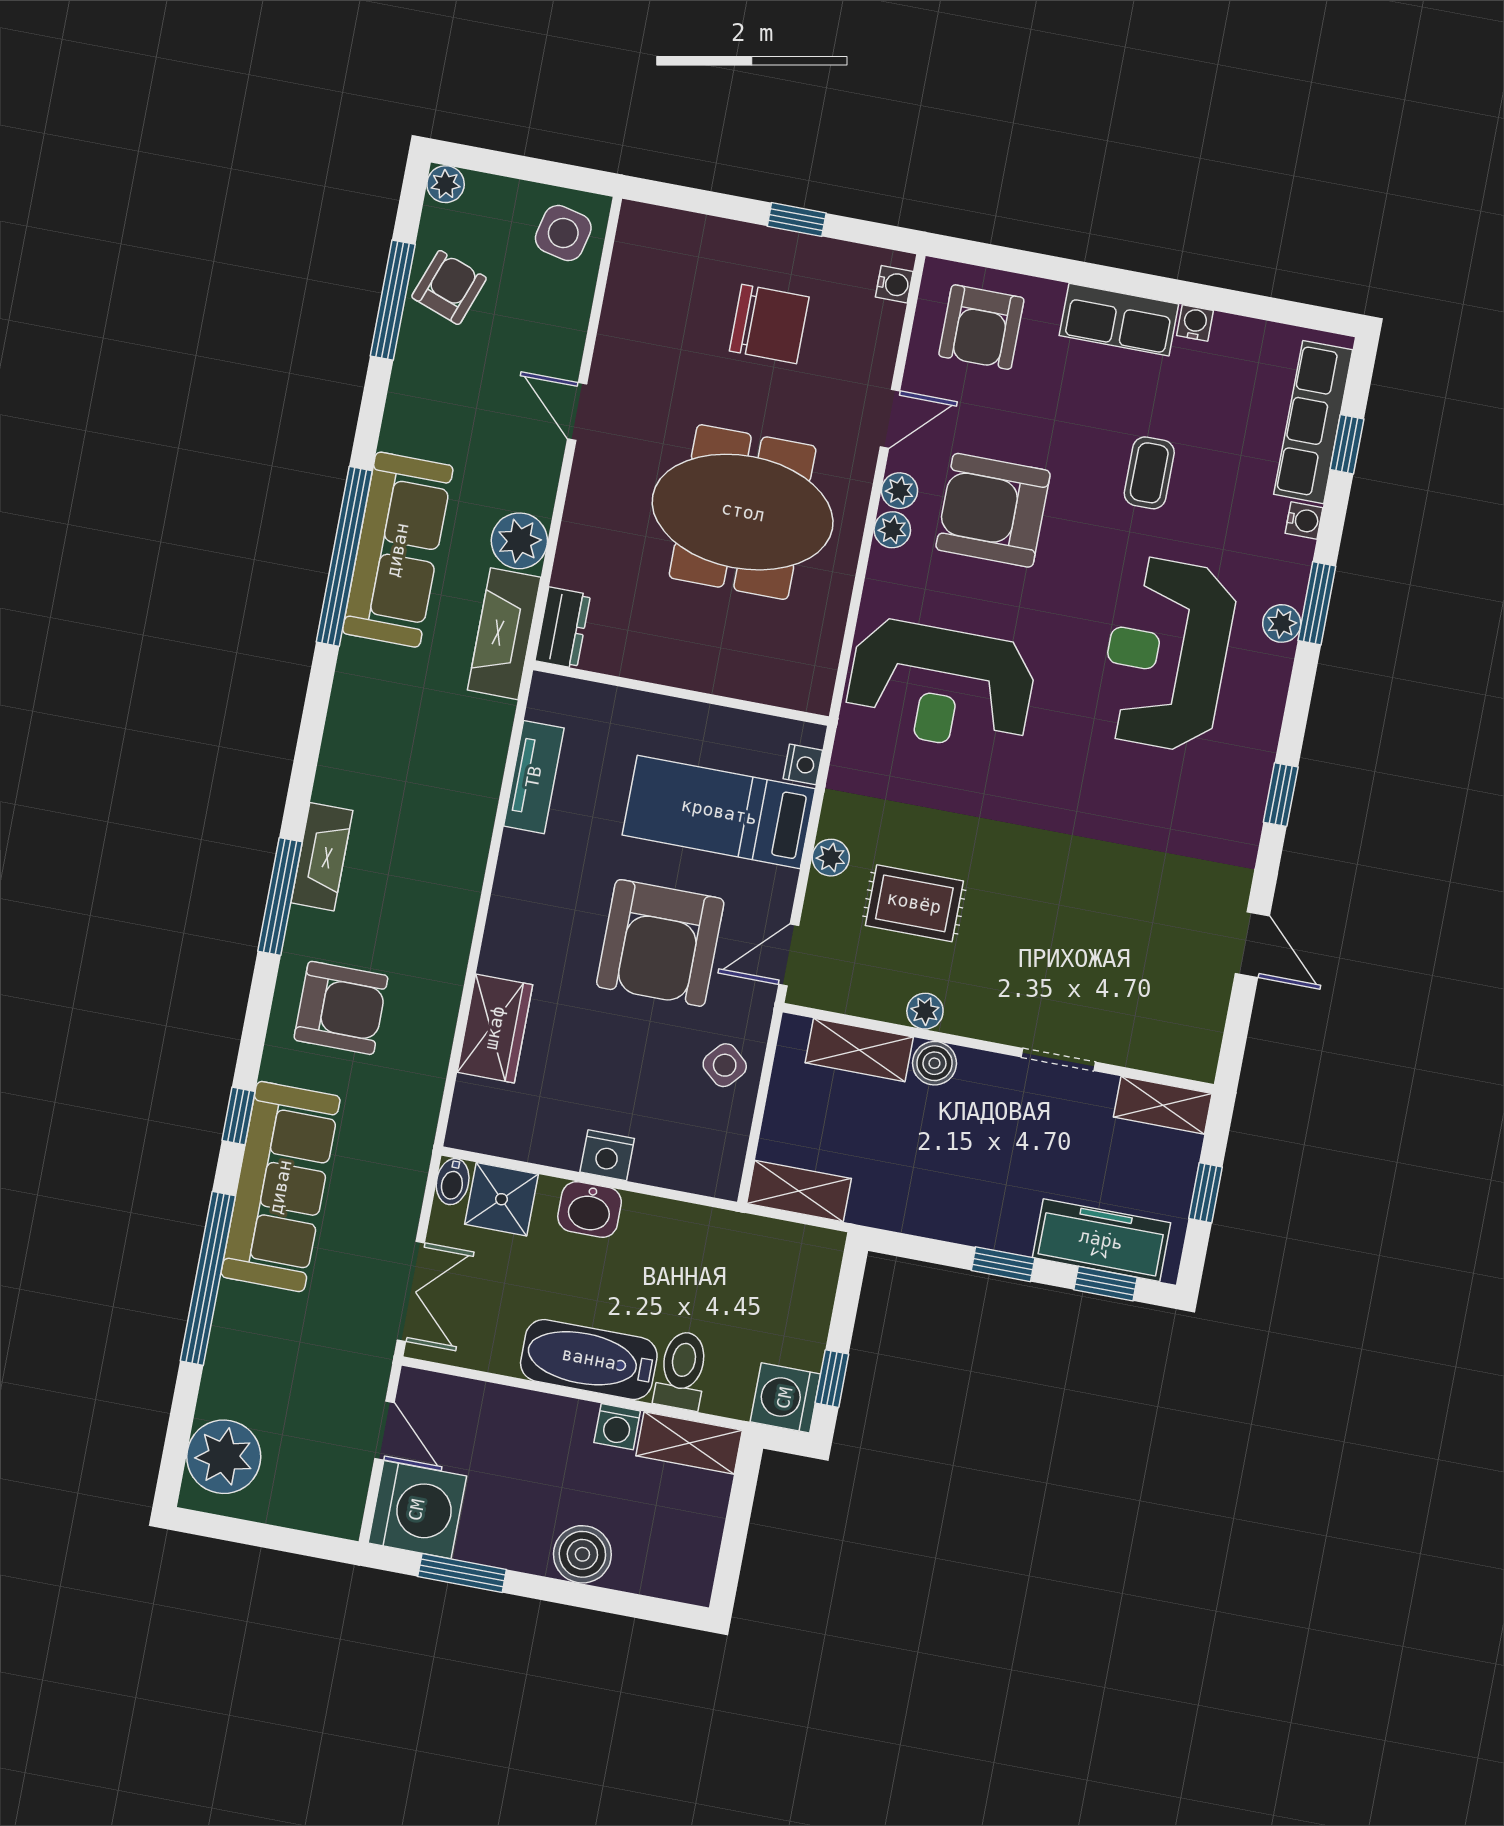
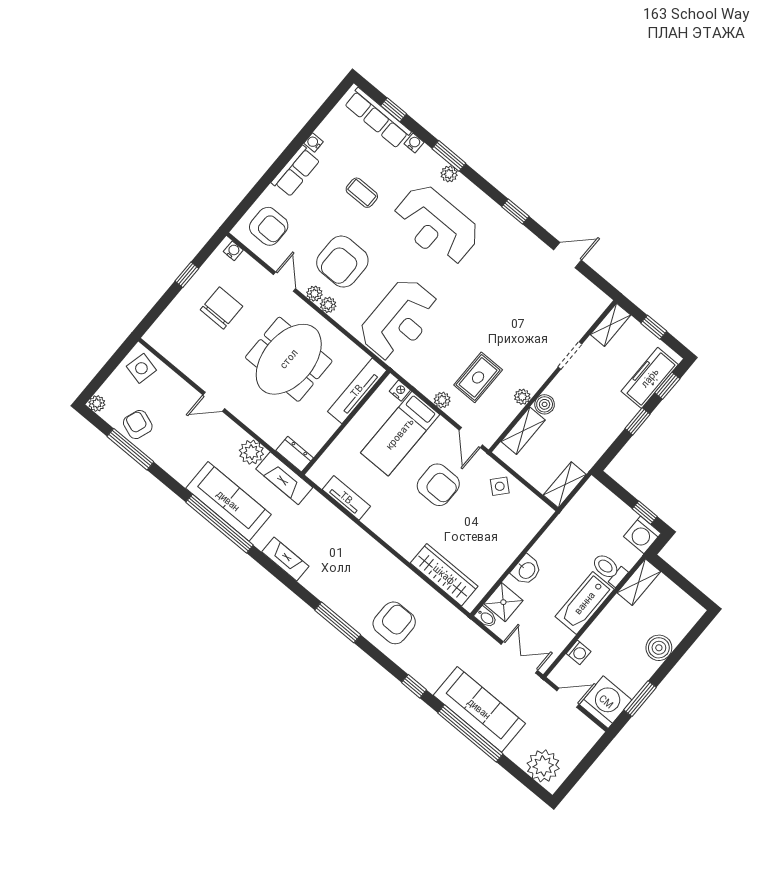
tv unit: (756, 681) -> (357, 391), added
fireplace: (322, 857) -> (285, 559), moved
armchair: (660, 943) -> (438, 485), width x0.73, depth x0.73
wardrobe: (495, 1028) -> (444, 575), width x1.50
nightstand: (607, 1155) -> (509, 551), removed
sofa: (281, 1187) -> (479, 709), moved
washing machine: (617, 1427) -> (579, 652), moved

